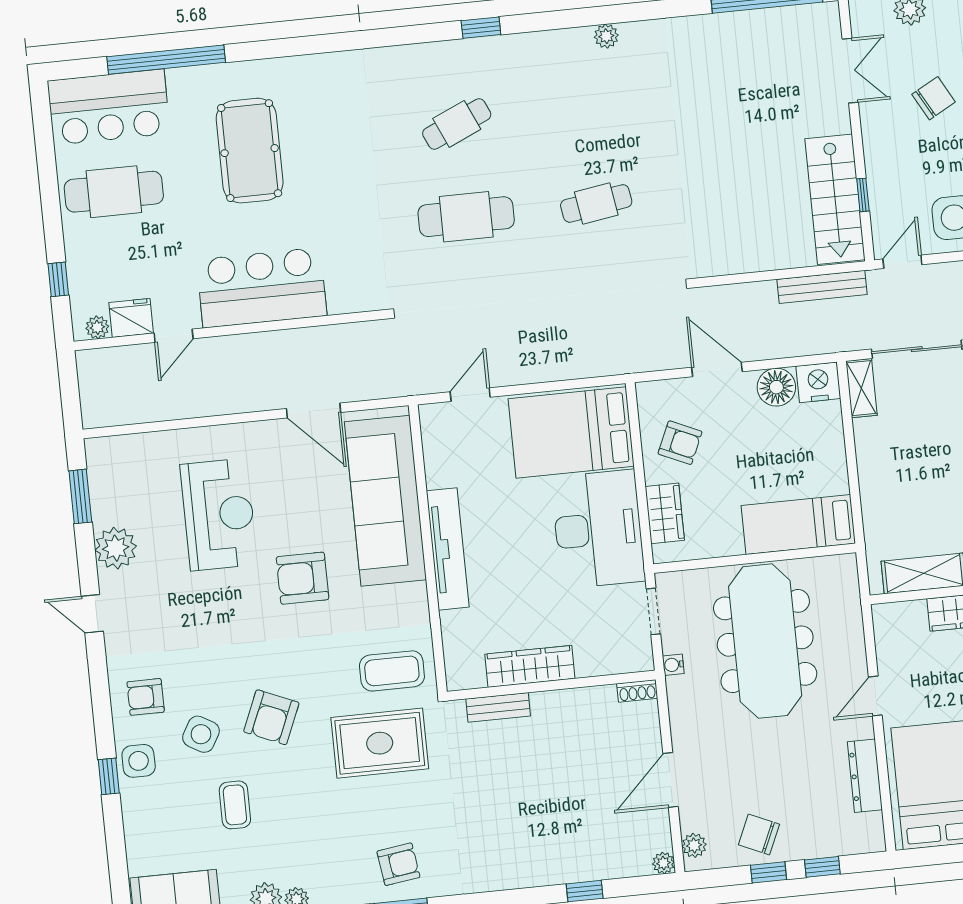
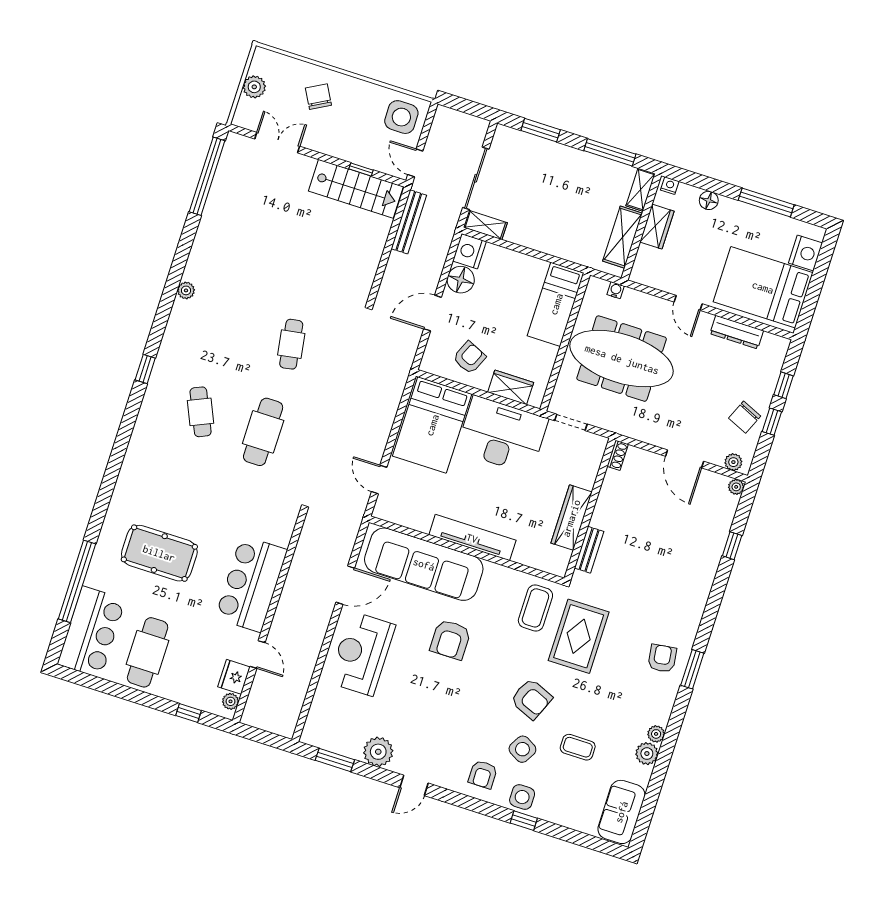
reception desk: (219, 514) -> (362, 654), moved, turned -90
water cooler: (673, 665) -> (616, 290), moved, turned 180

